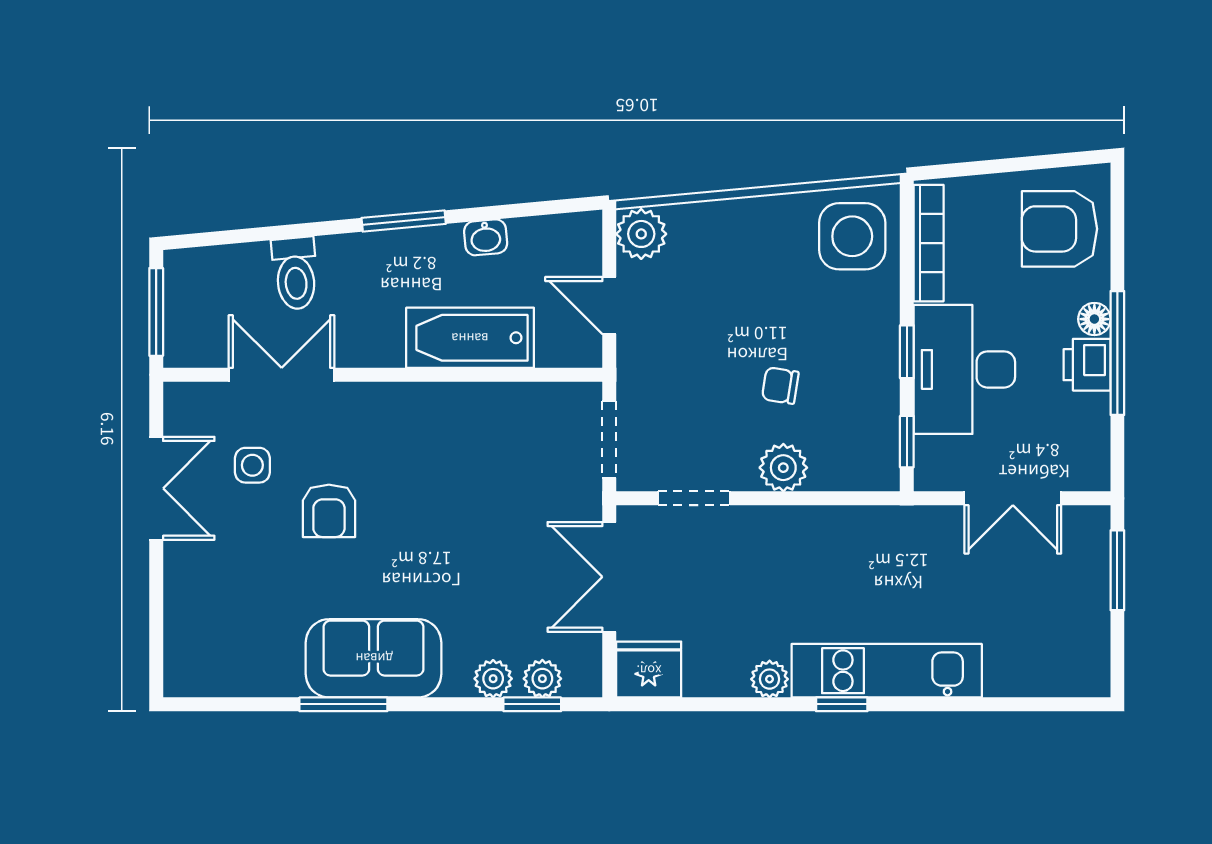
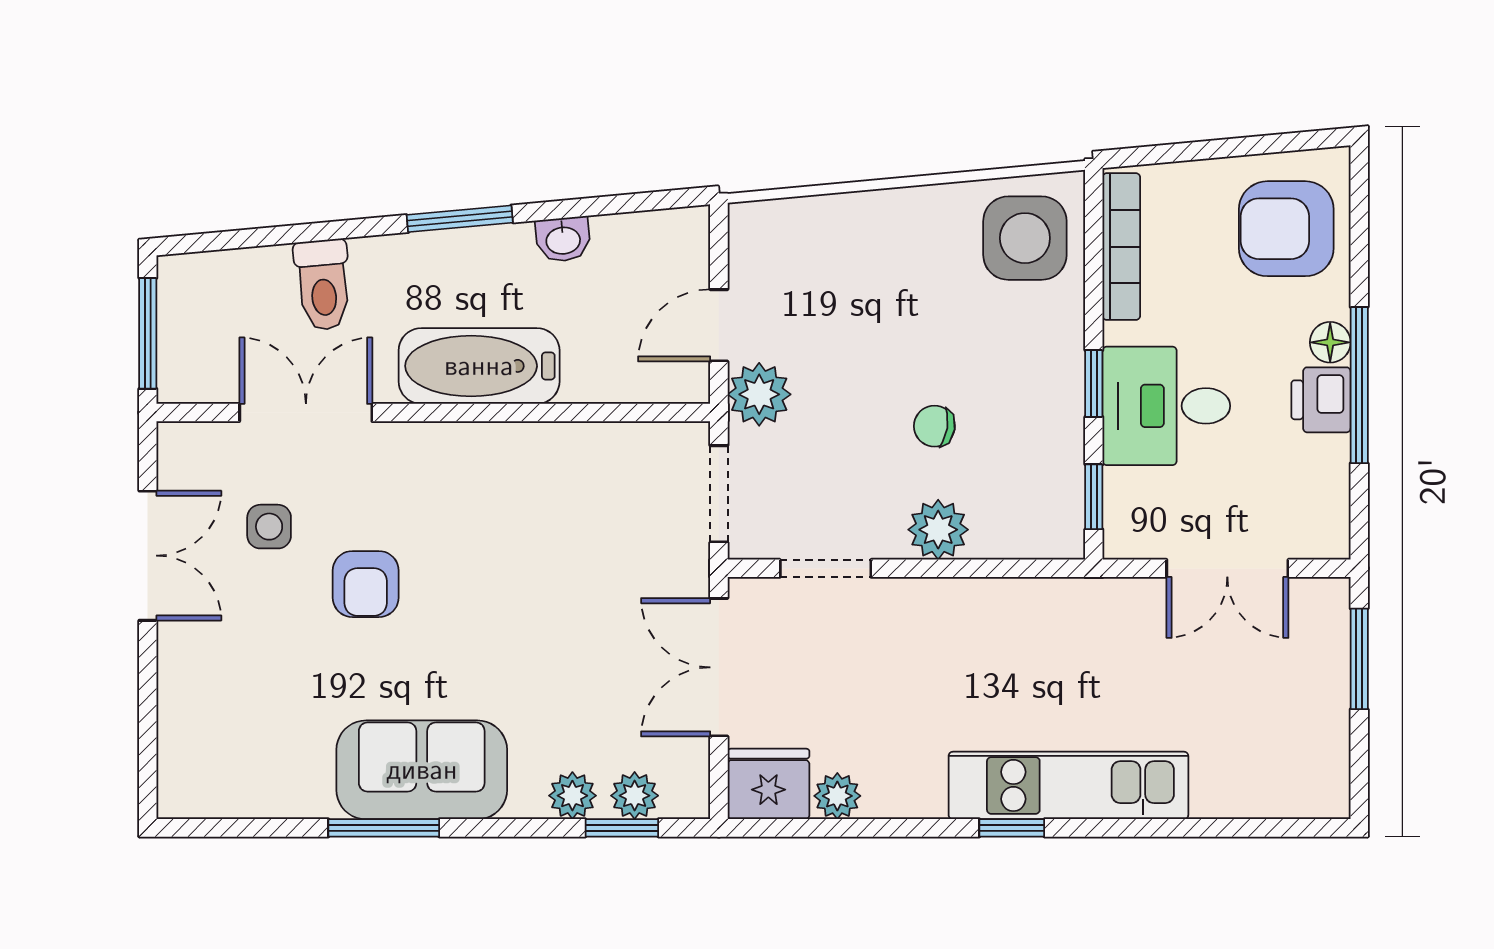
plant: (641, 234) -> (759, 394), moved
door: (609, 306) -> (719, 325), hinge flipped
bathtub: (470, 338) -> (479, 366), moved
desk: (964, 369) -> (1166, 406), width x0.73
plant: (770, 679) -> (837, 796), moved

